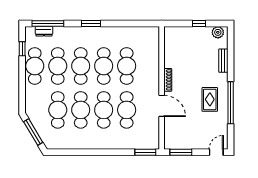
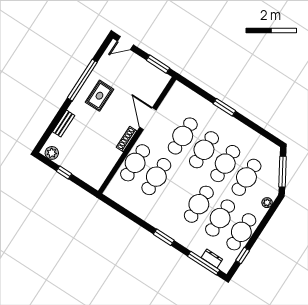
cafe table: (104, 66) -> (135, 163), moved
plant: (30, 101) -> (267, 203), added
window: (145, 152) -> (224, 107), moved

